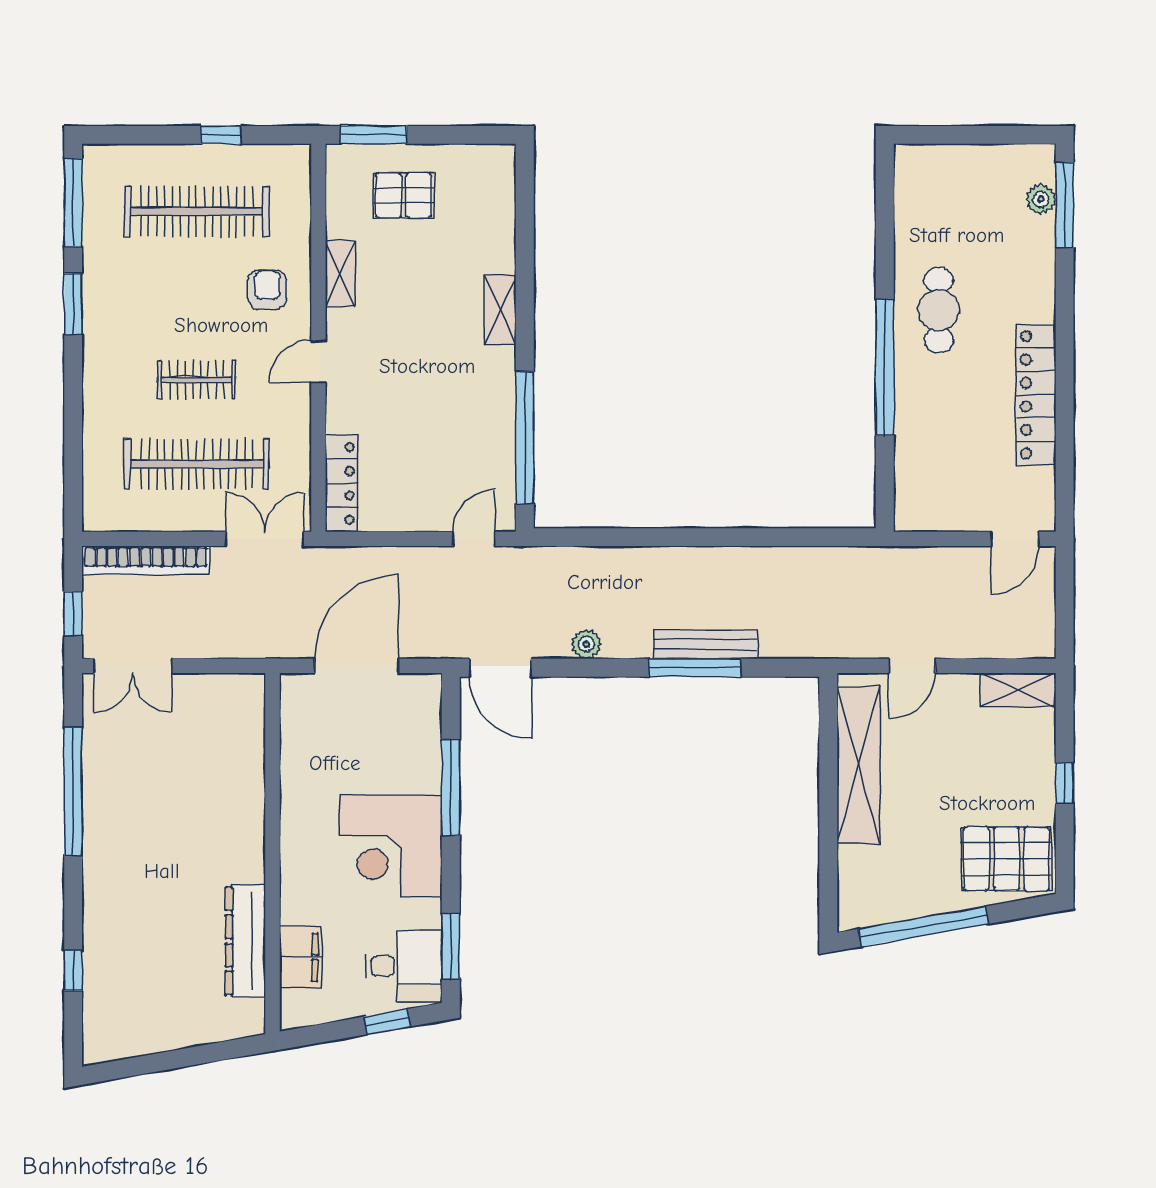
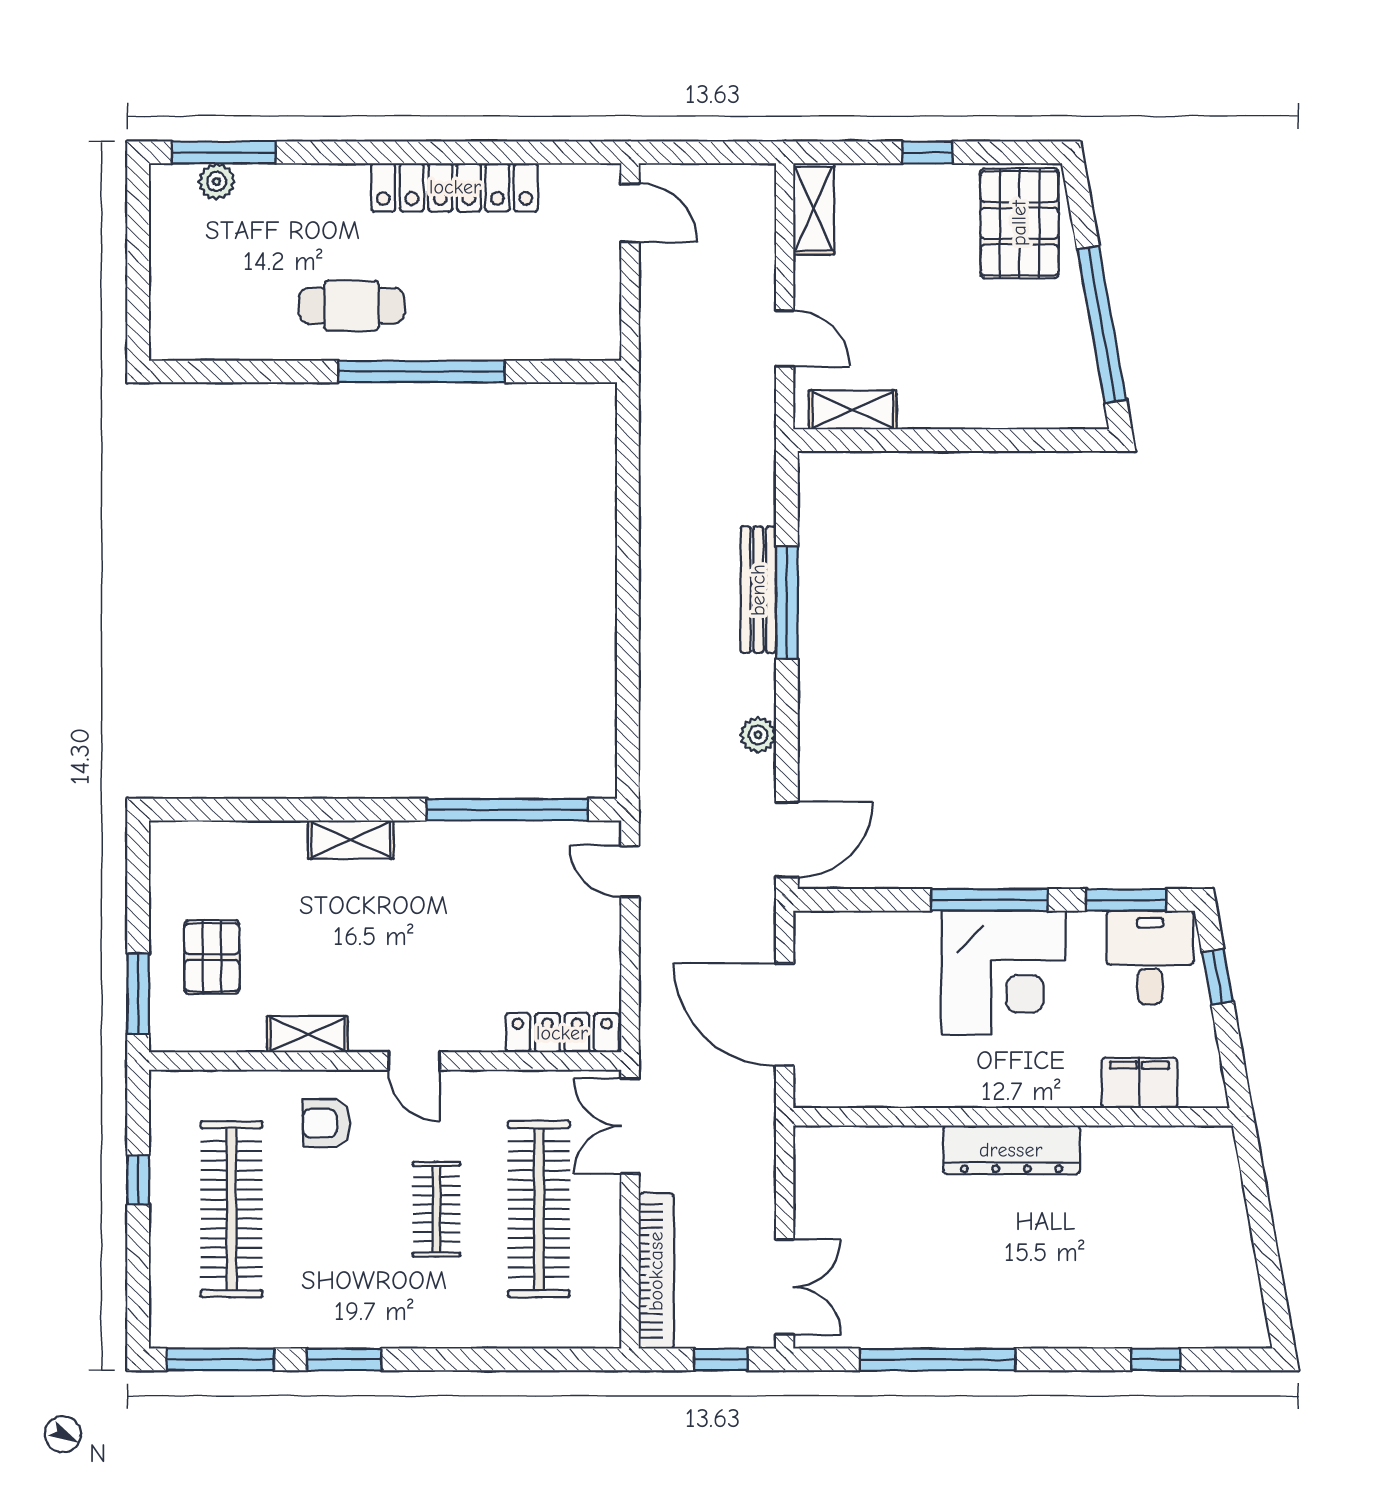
shelving: (859, 765) -> (853, 410), width x0.45, depth x0.75
window: (451, 788) -> (989, 900), moved
dresser: (245, 941) -> (1011, 1150), moved

